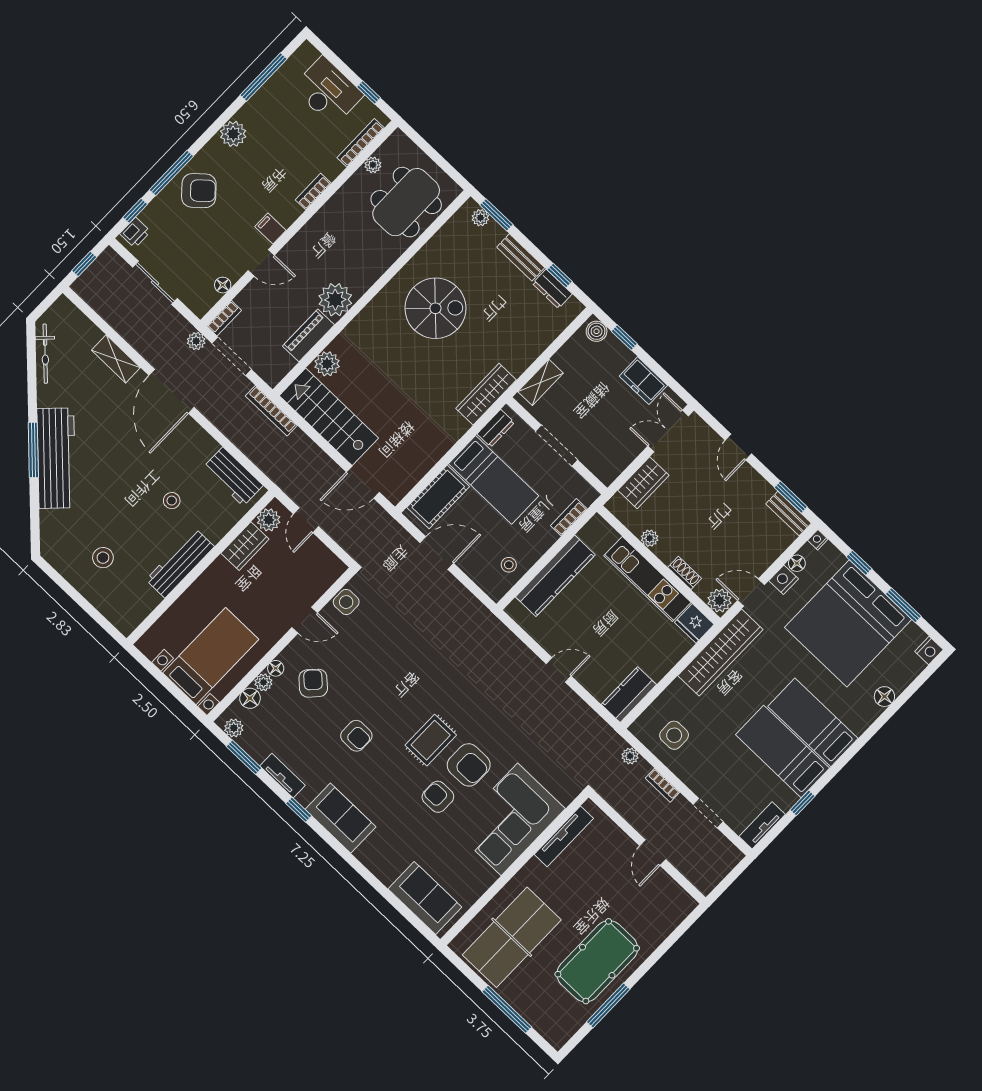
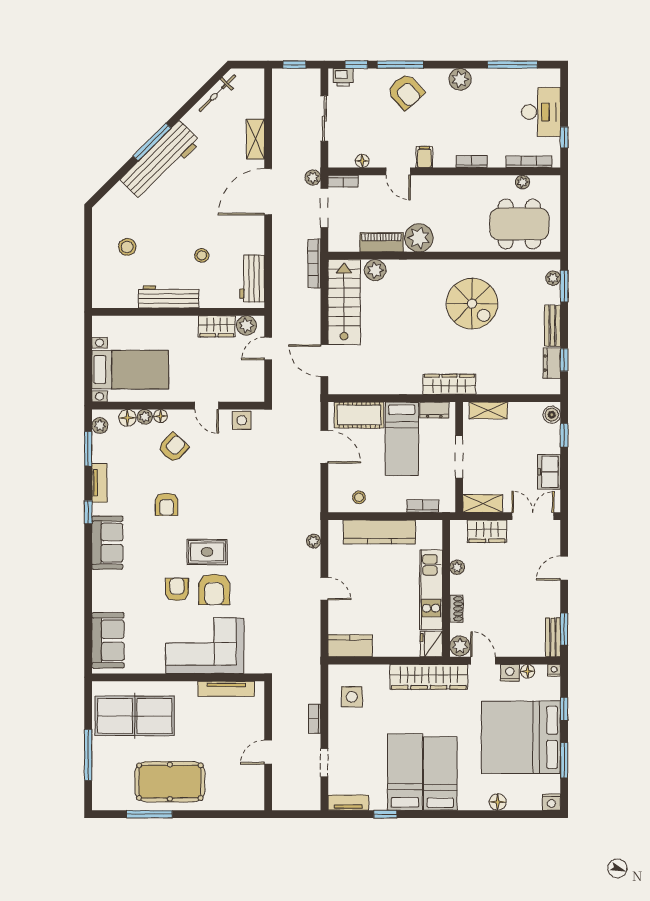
shelving: (616, 464) -> (483, 504), added
plant: (630, 756) -> (313, 541), moved

